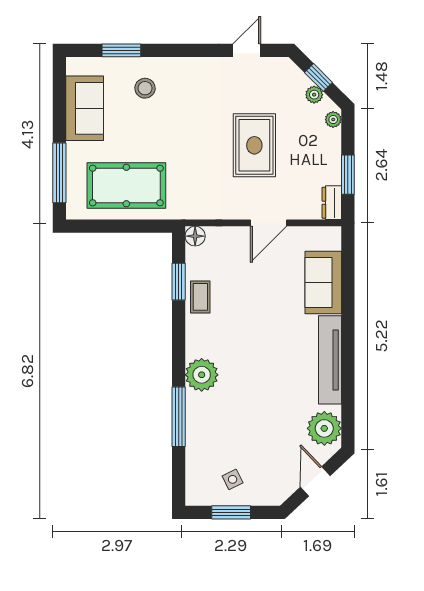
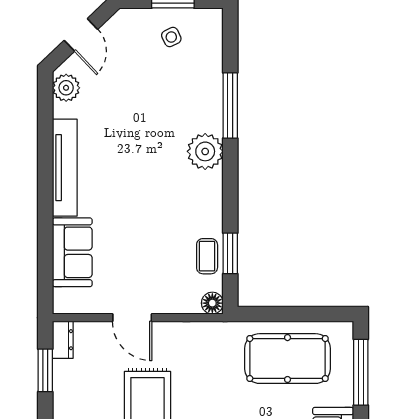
door: (268, 223) -> (132, 318), swing flipped
coffee table: (200, 297) -> (207, 256), moved
plant: (324, 428) -> (66, 88), width x0.73, depth x0.73

